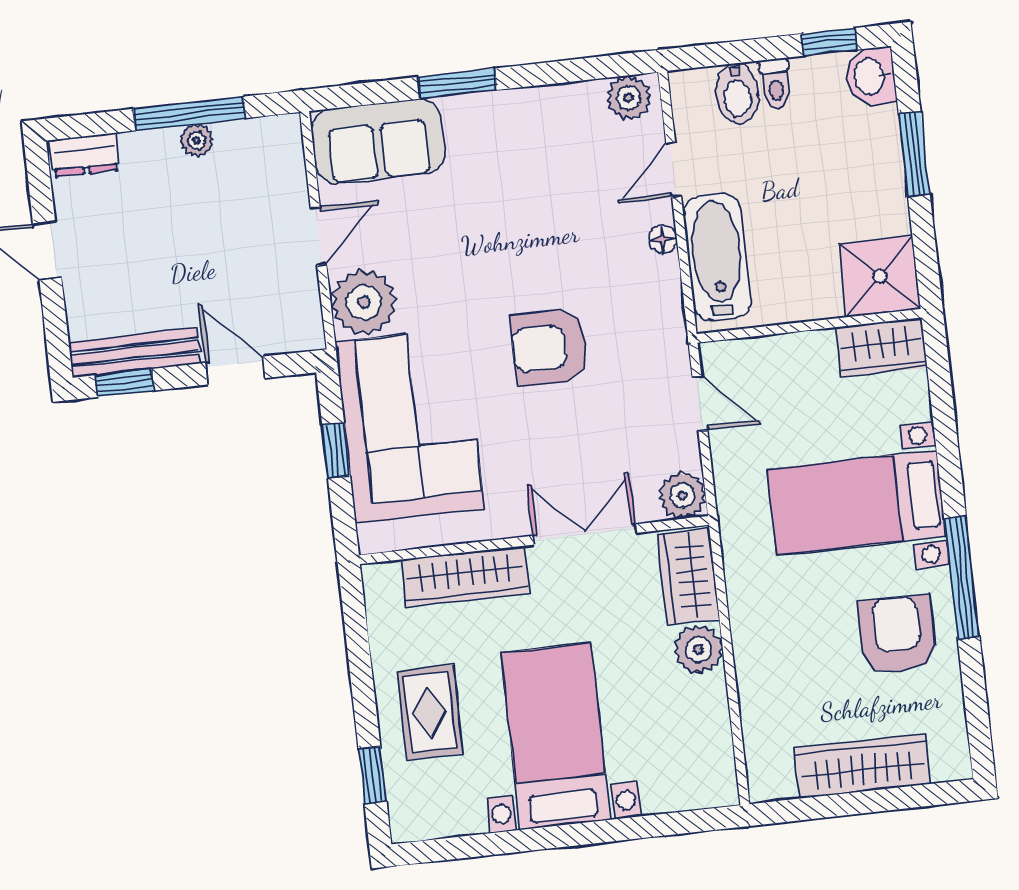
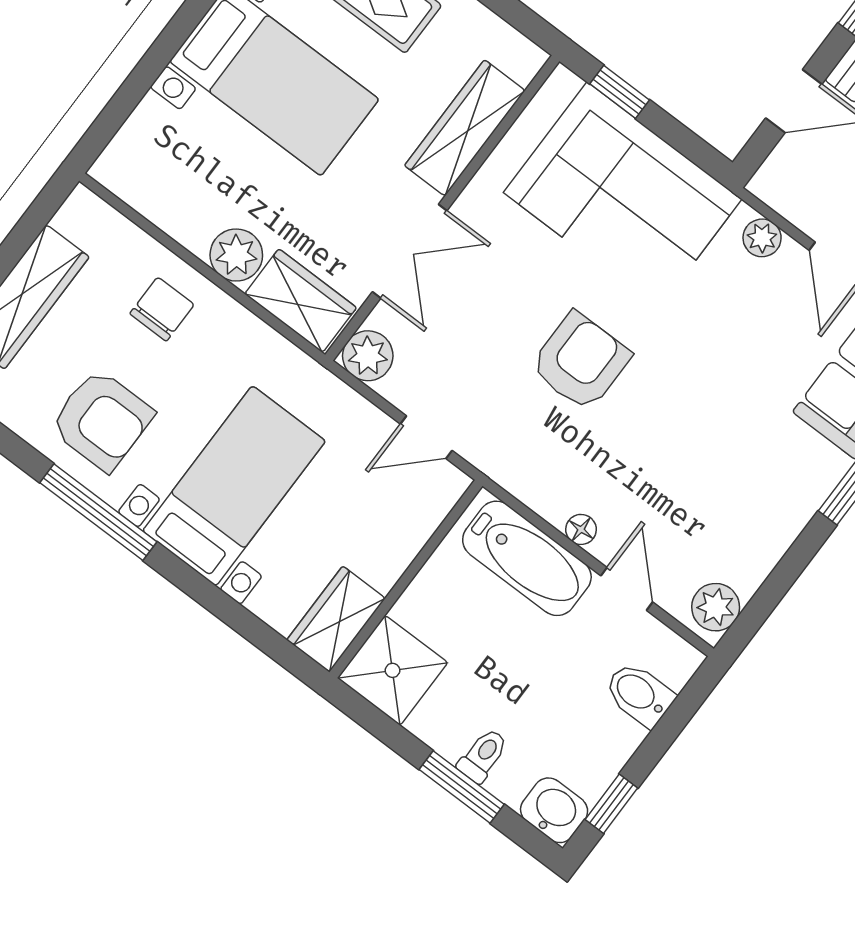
toilet: (776, 84) -> (483, 755), moved, turned 90
plant: (364, 302) -> (762, 238), width x0.53, depth x0.53
window: (336, 450) -> (620, 92), moved
chair: (783, 665) -> (162, 309), added

